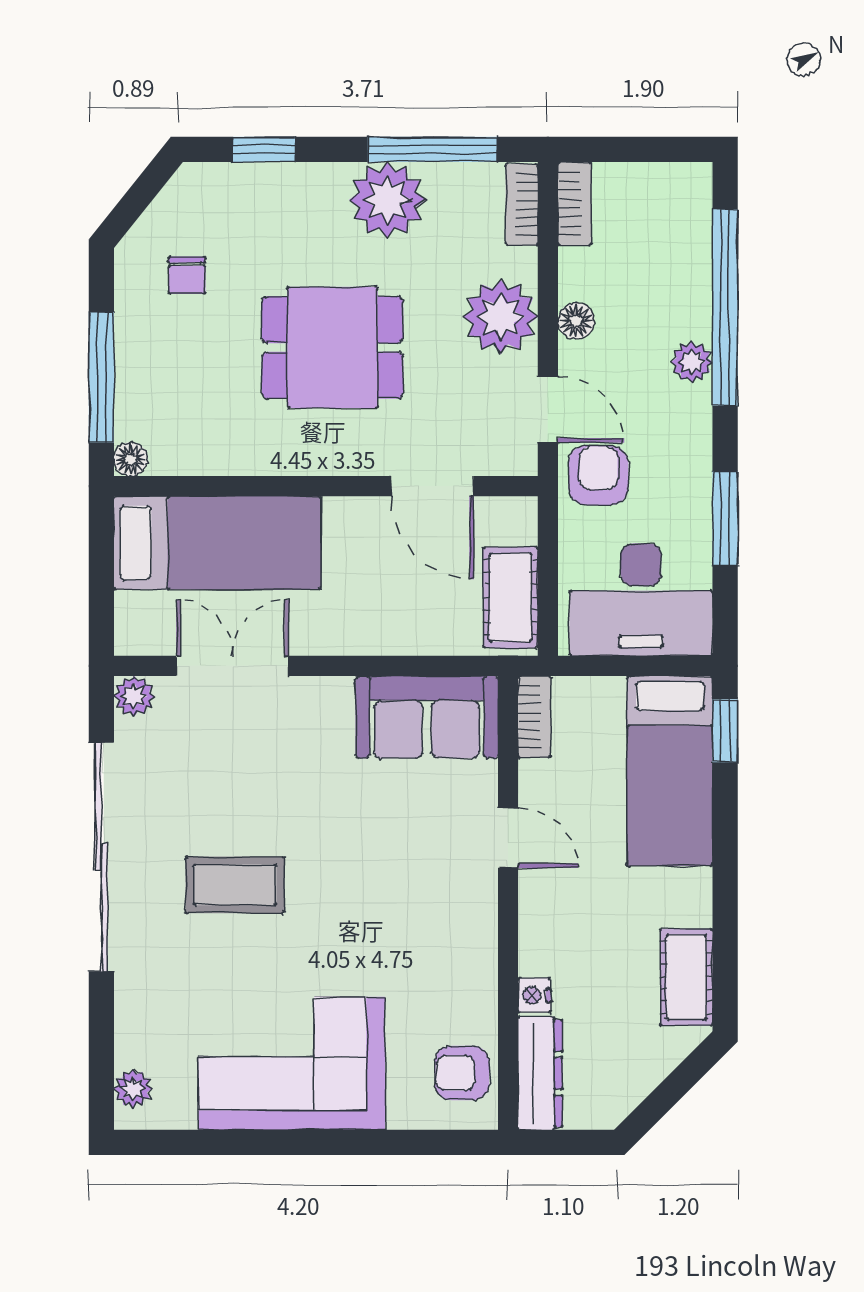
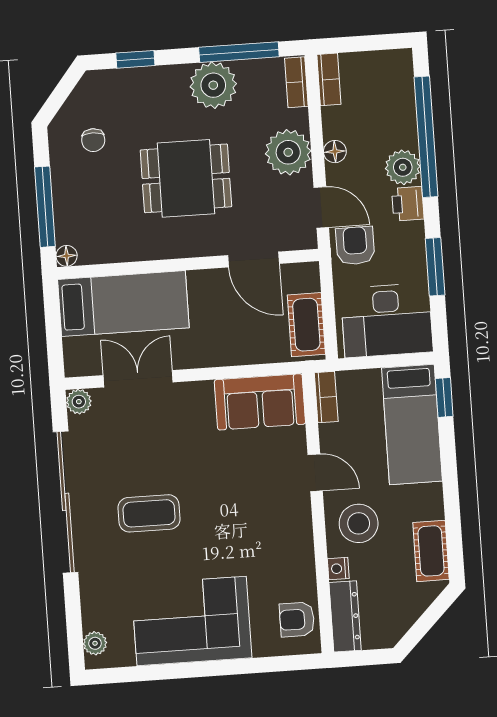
plant: (692, 362) -> (403, 167), width x1.38, depth x1.38
printer: (688, 414) -> (408, 204), added
stool: (572, 925) -> (359, 523), added

